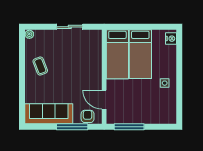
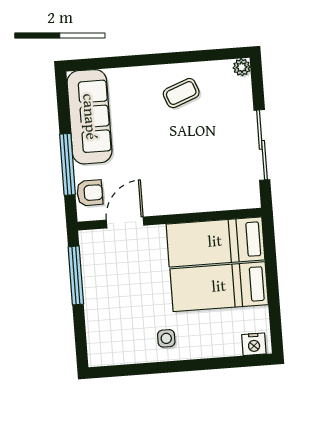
sliding door: (70, 27) -> (262, 145), width x1.37

